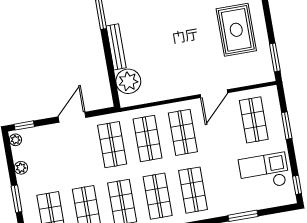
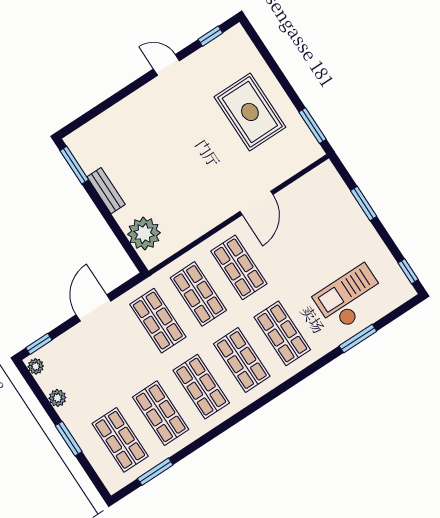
bench: (116, 47) -> (106, 191), width x0.73
shop shelf: (254, 120) -> (320, 214), removed
checkout: (264, 172) -> (350, 298), moved

